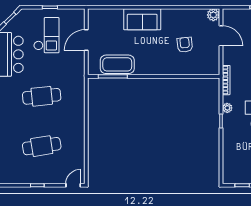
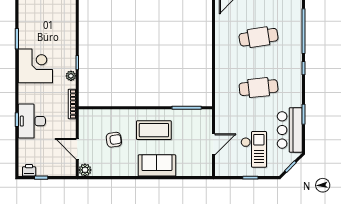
checkout: (46, 35) -> (254, 149), turned 180
armchair: (185, 45) -> (114, 140), turned -92
coffee table: (117, 64) -> (154, 130), moved

